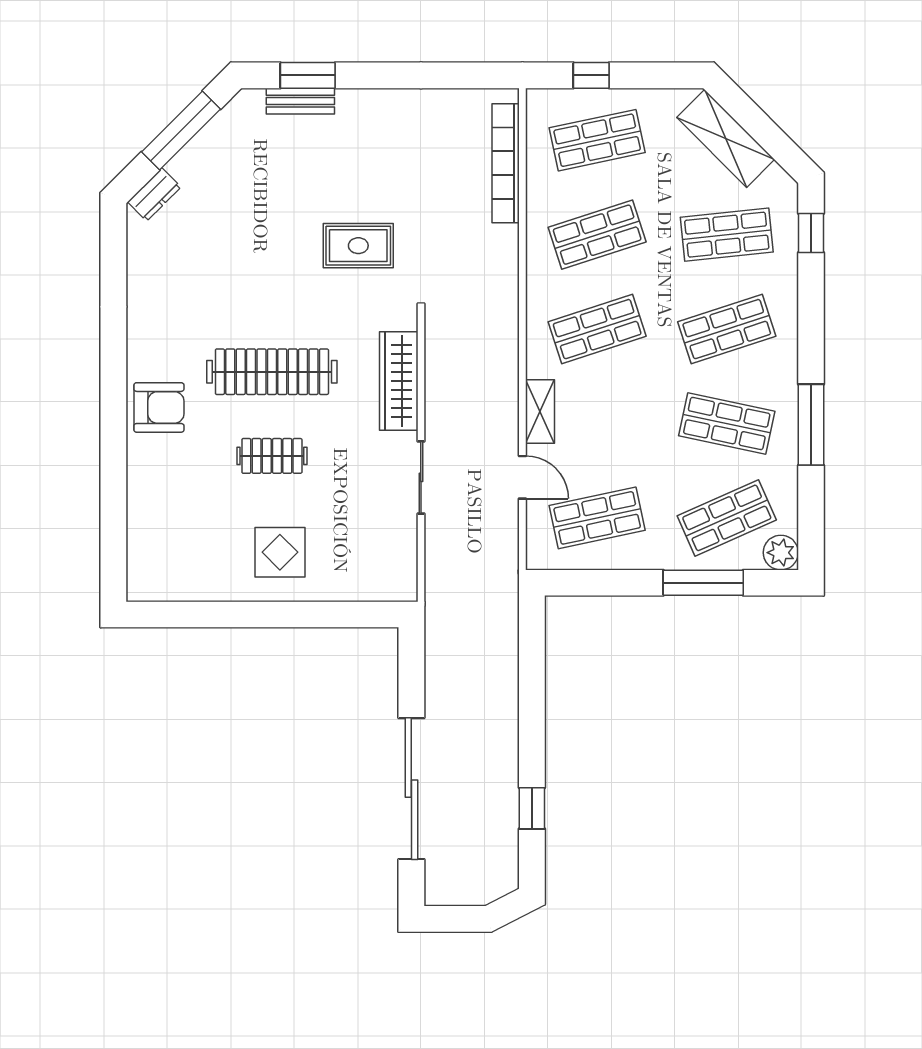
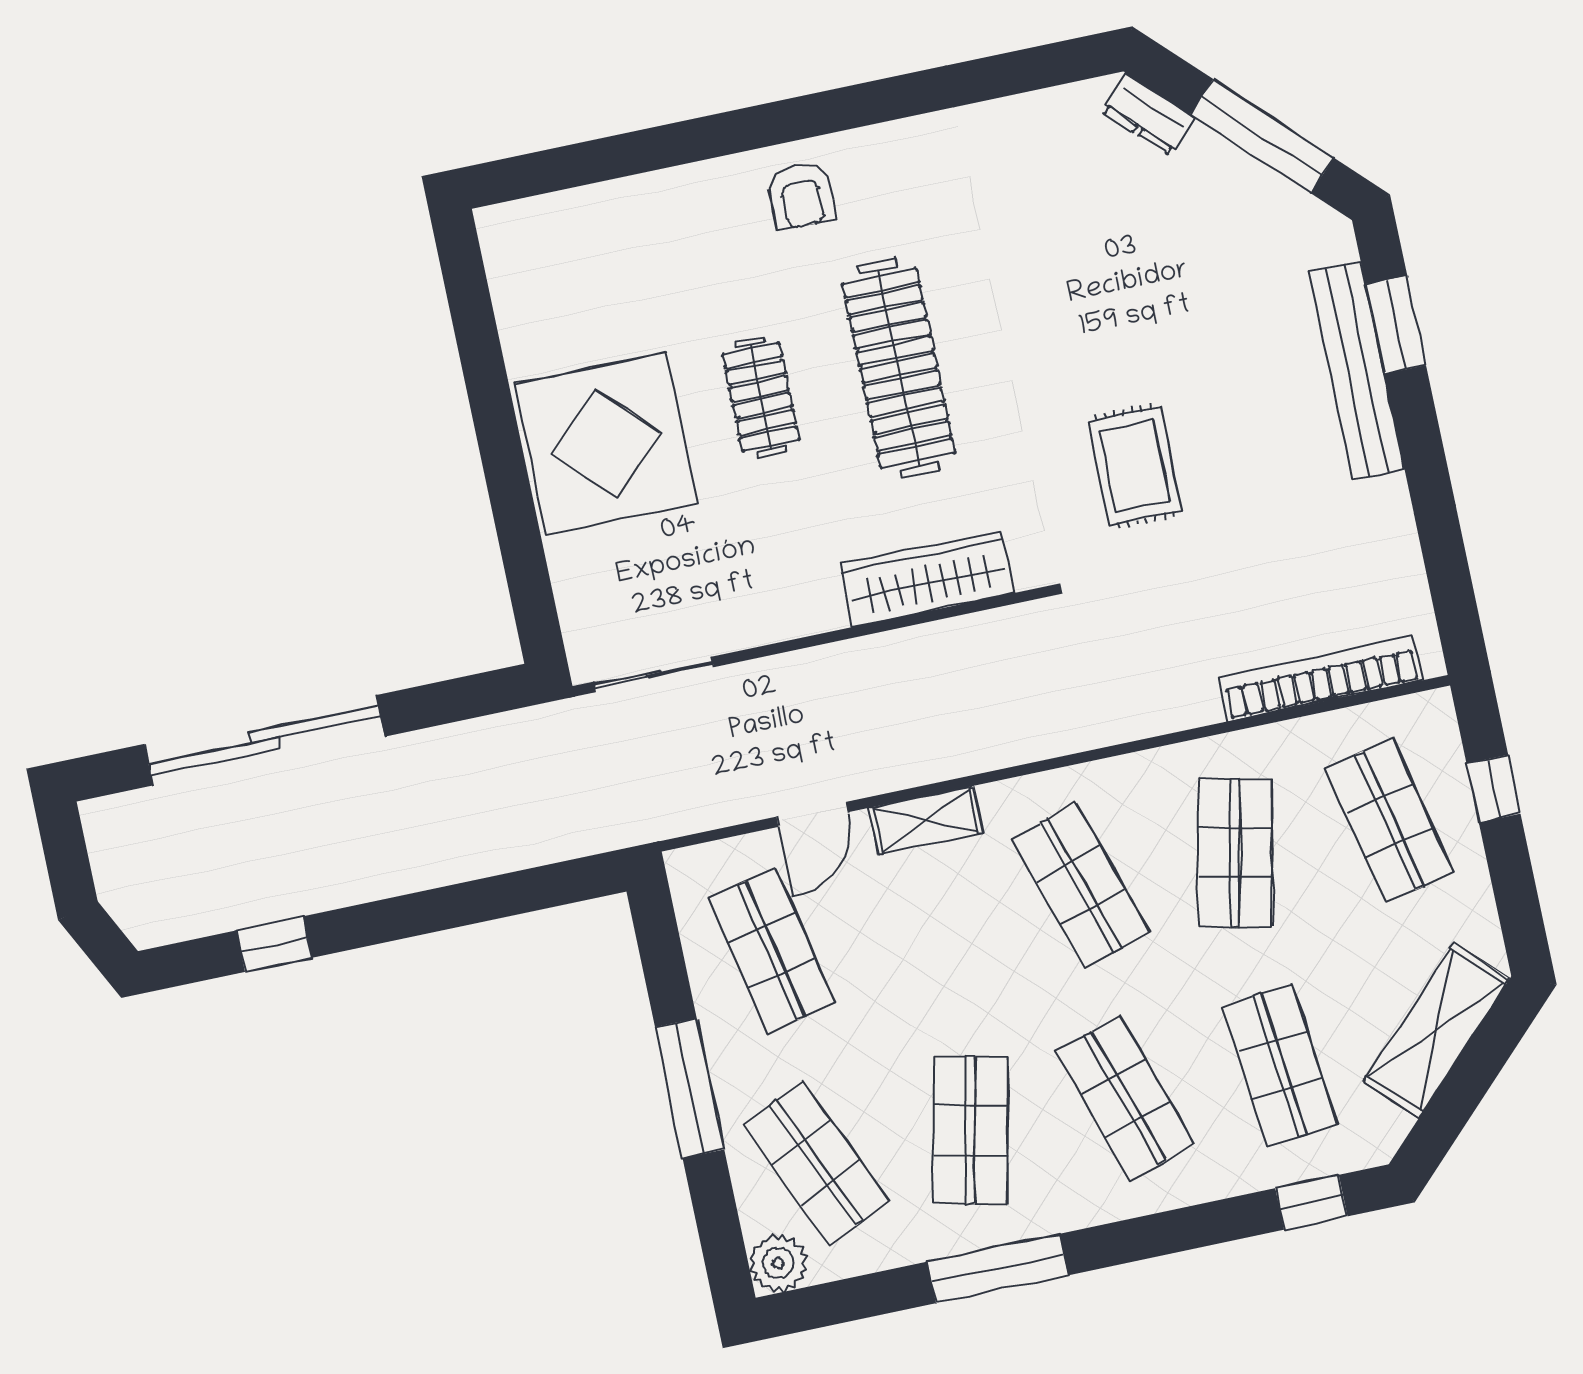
bench: (300, 101) -> (1357, 370), width x1.86, depth x1.21
shop shelf: (597, 235) -> (1235, 853), turned 30
armchair: (159, 407) -> (801, 196), width x0.72, depth x0.72
sliding door: (421, 477) -> (654, 674), moved
display table: (280, 552) -> (606, 444), width x1.86, depth x1.86
window: (703, 583) -> (690, 1088), moved

